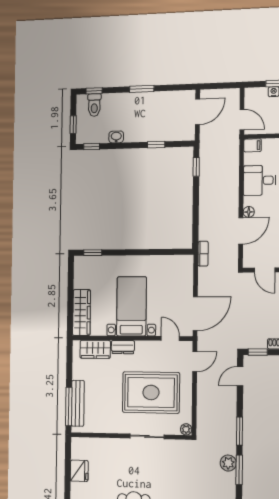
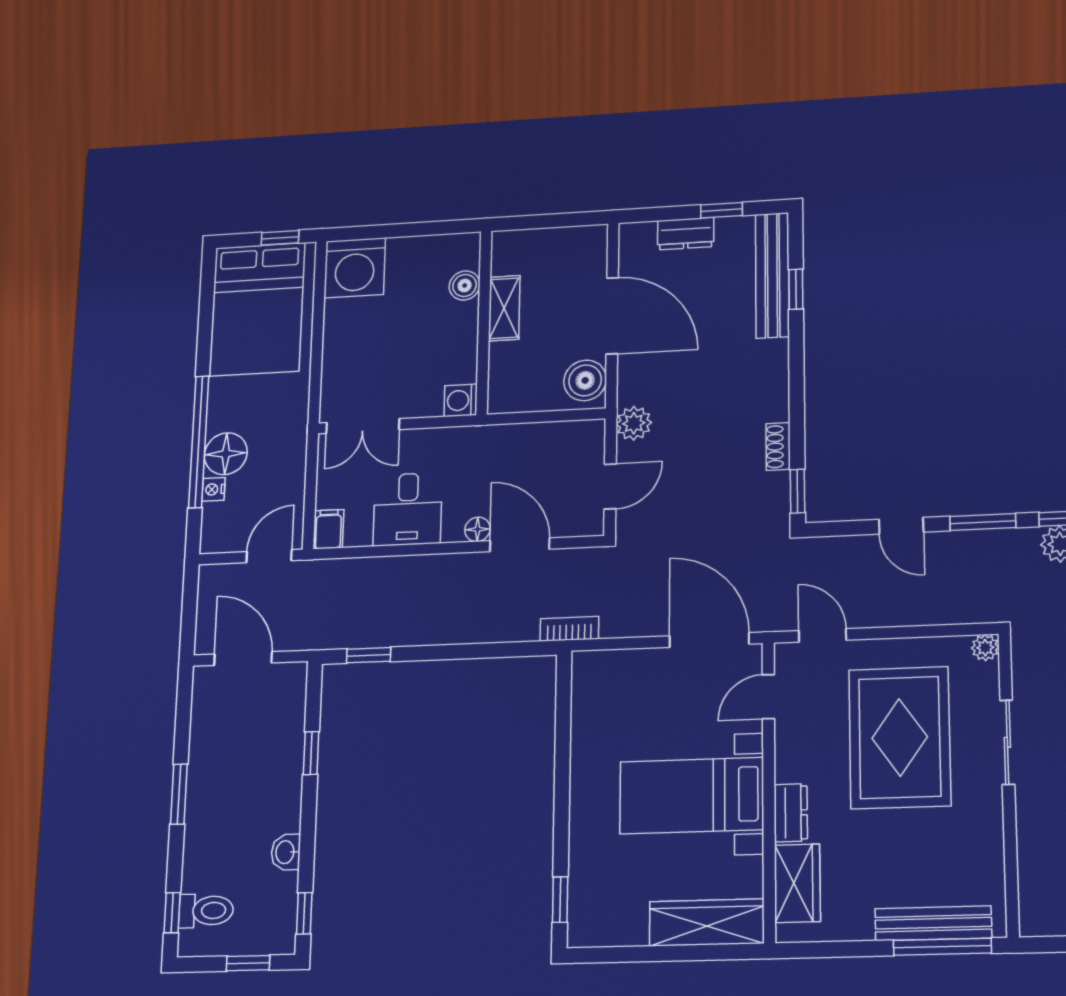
door: (240, 376) -> (901, 526), moved

